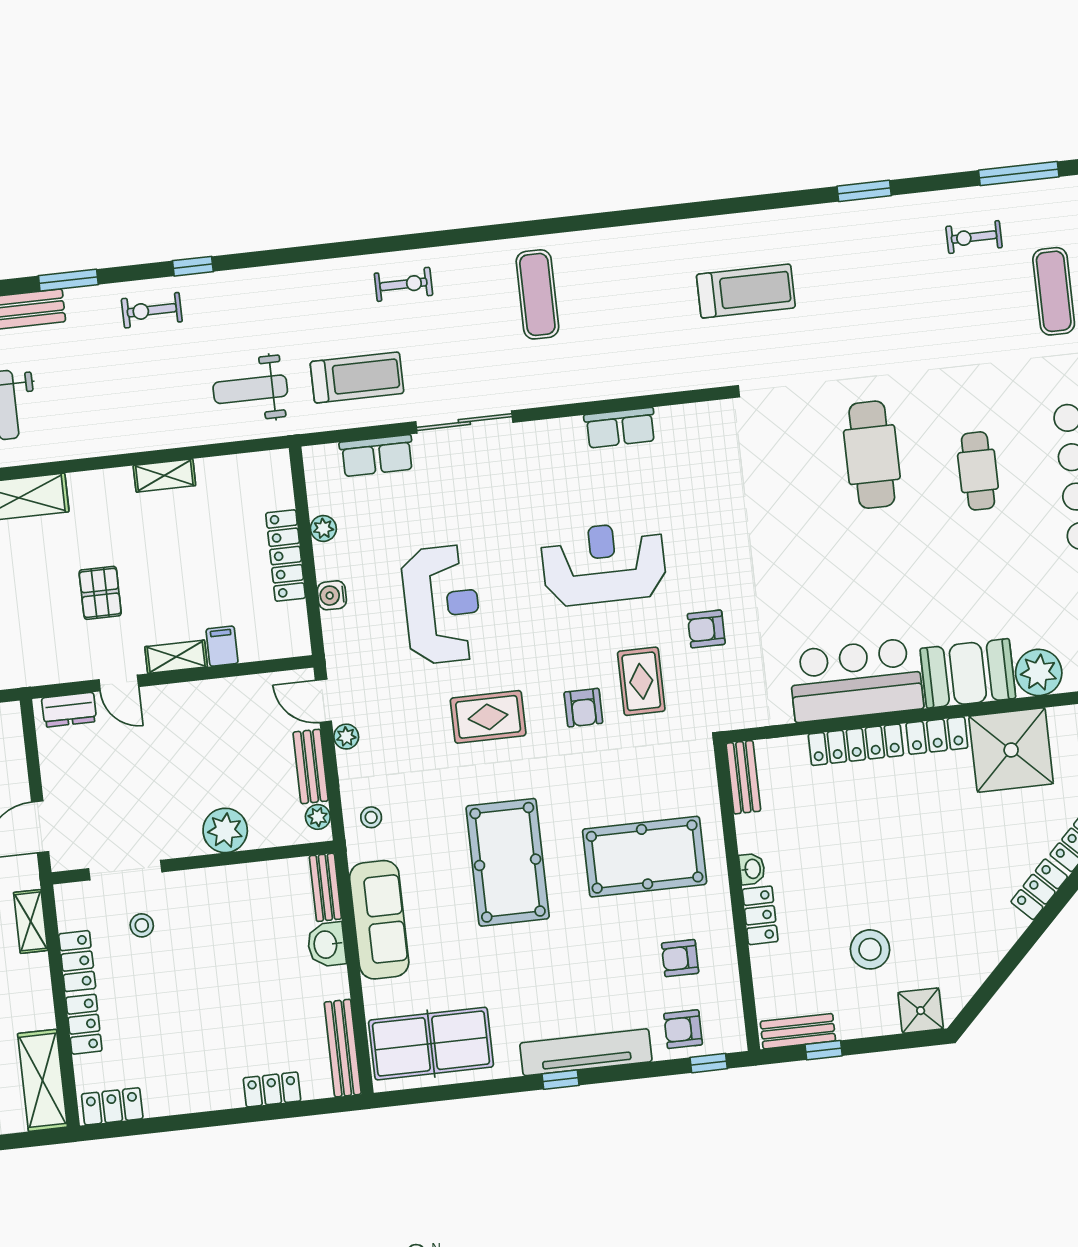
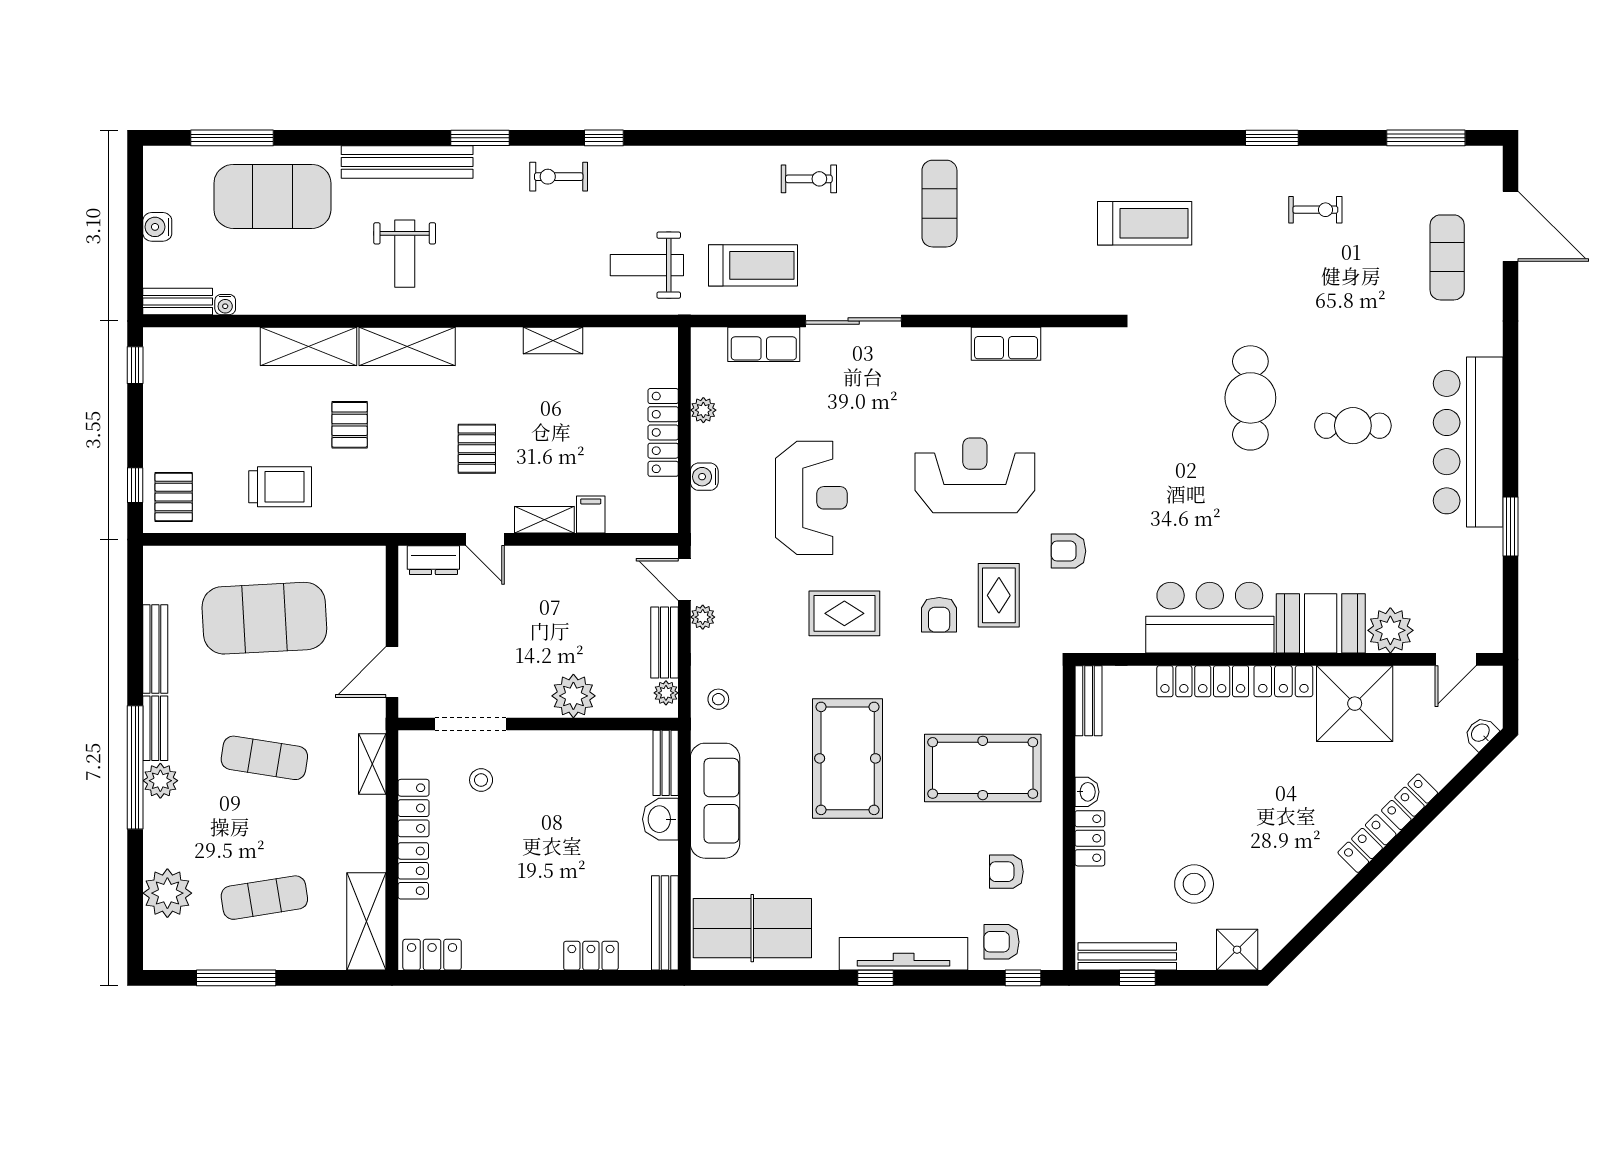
exercise bike: (974, 237) -> (1315, 210), moved, turned 180
cafe table: (978, 471) -> (1353, 426), turned 90
bench: (798, 1031) -> (1127, 956), width x1.36

